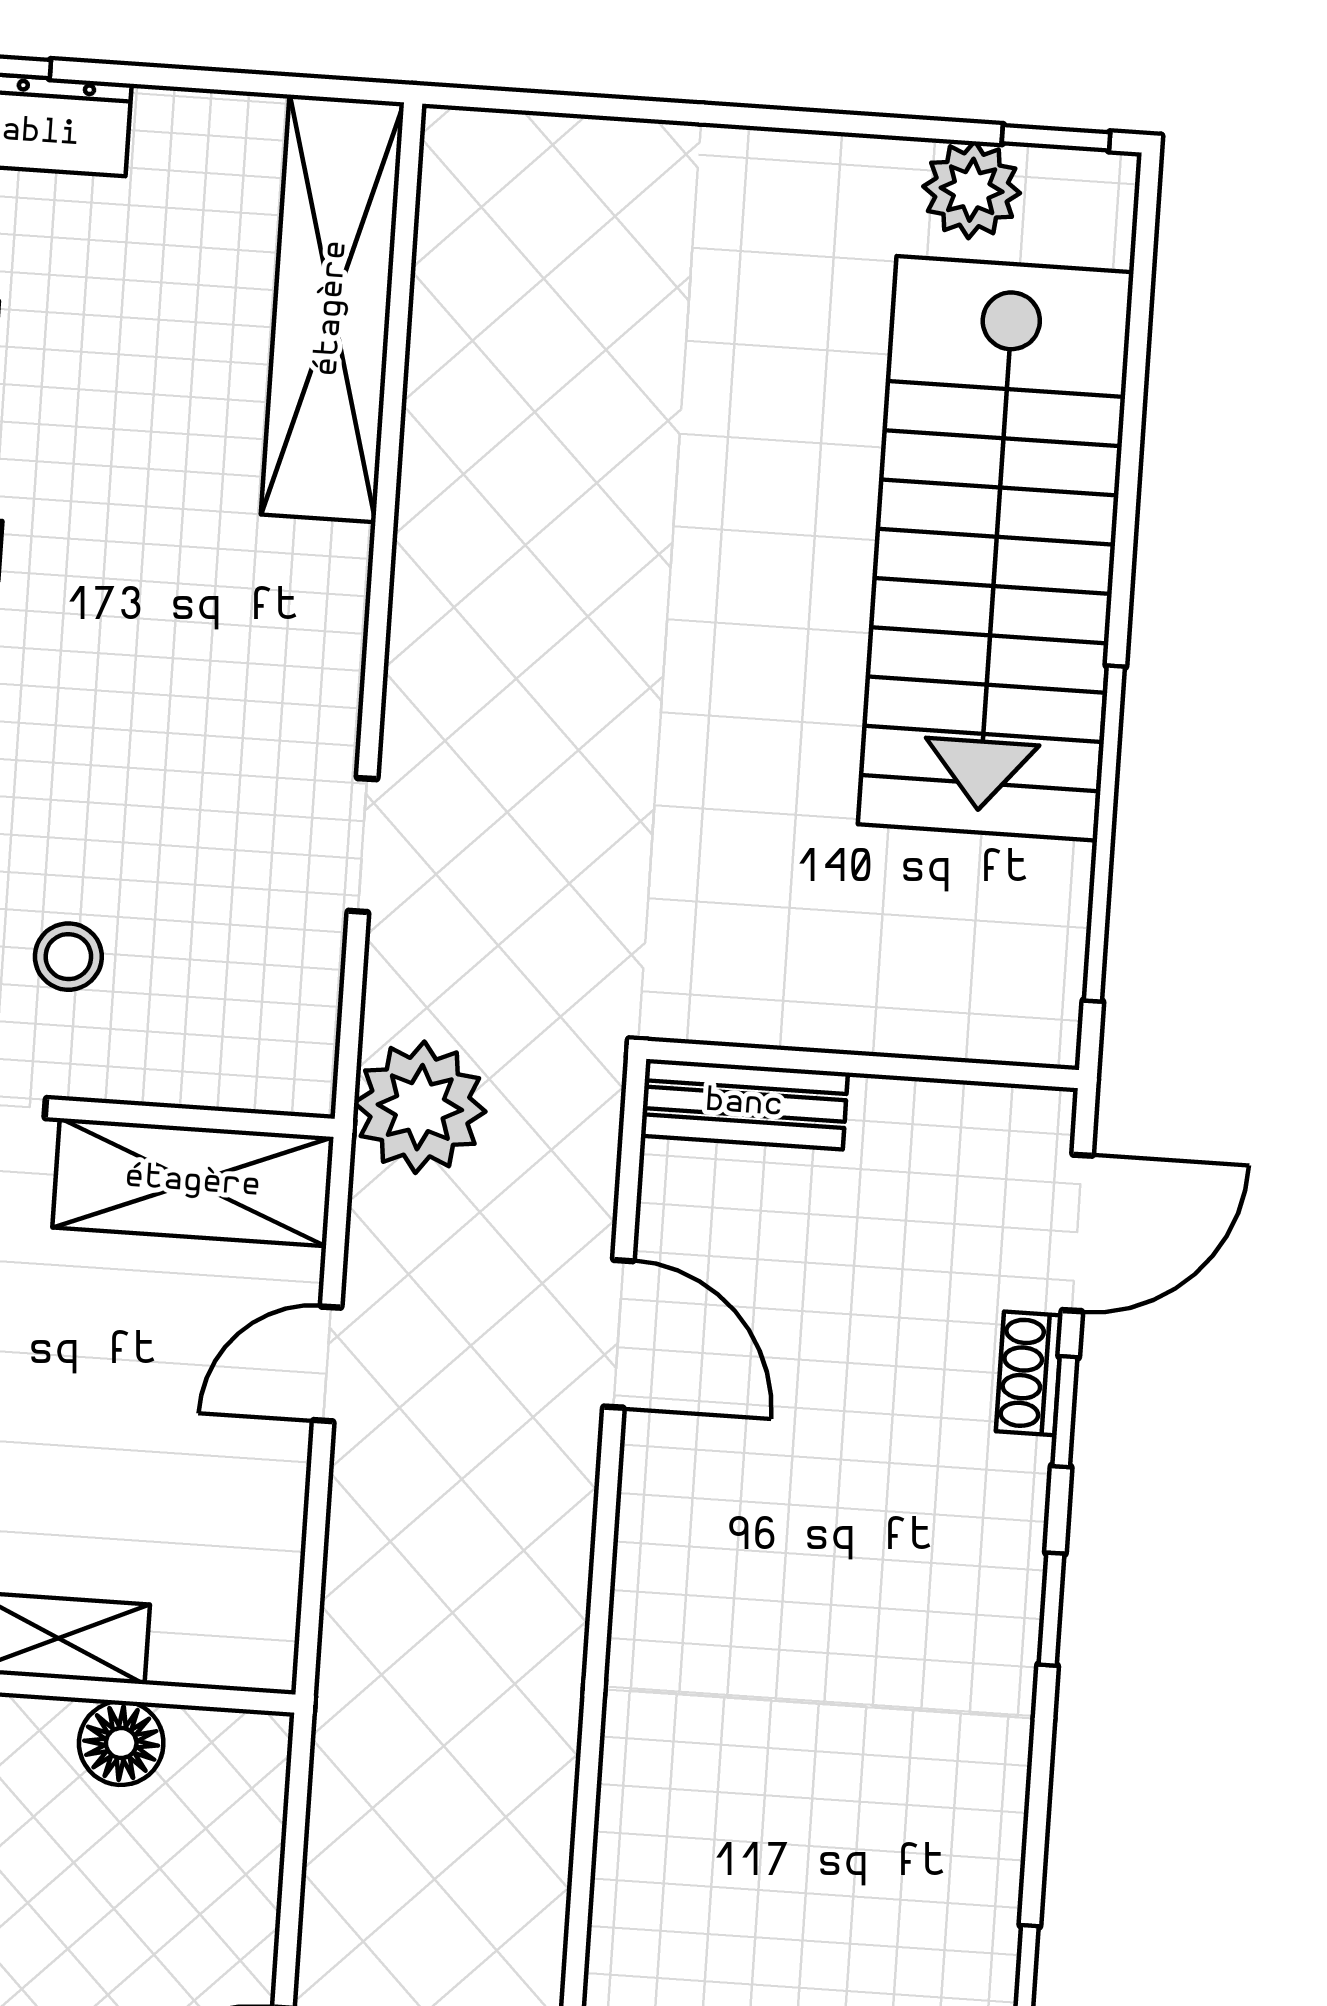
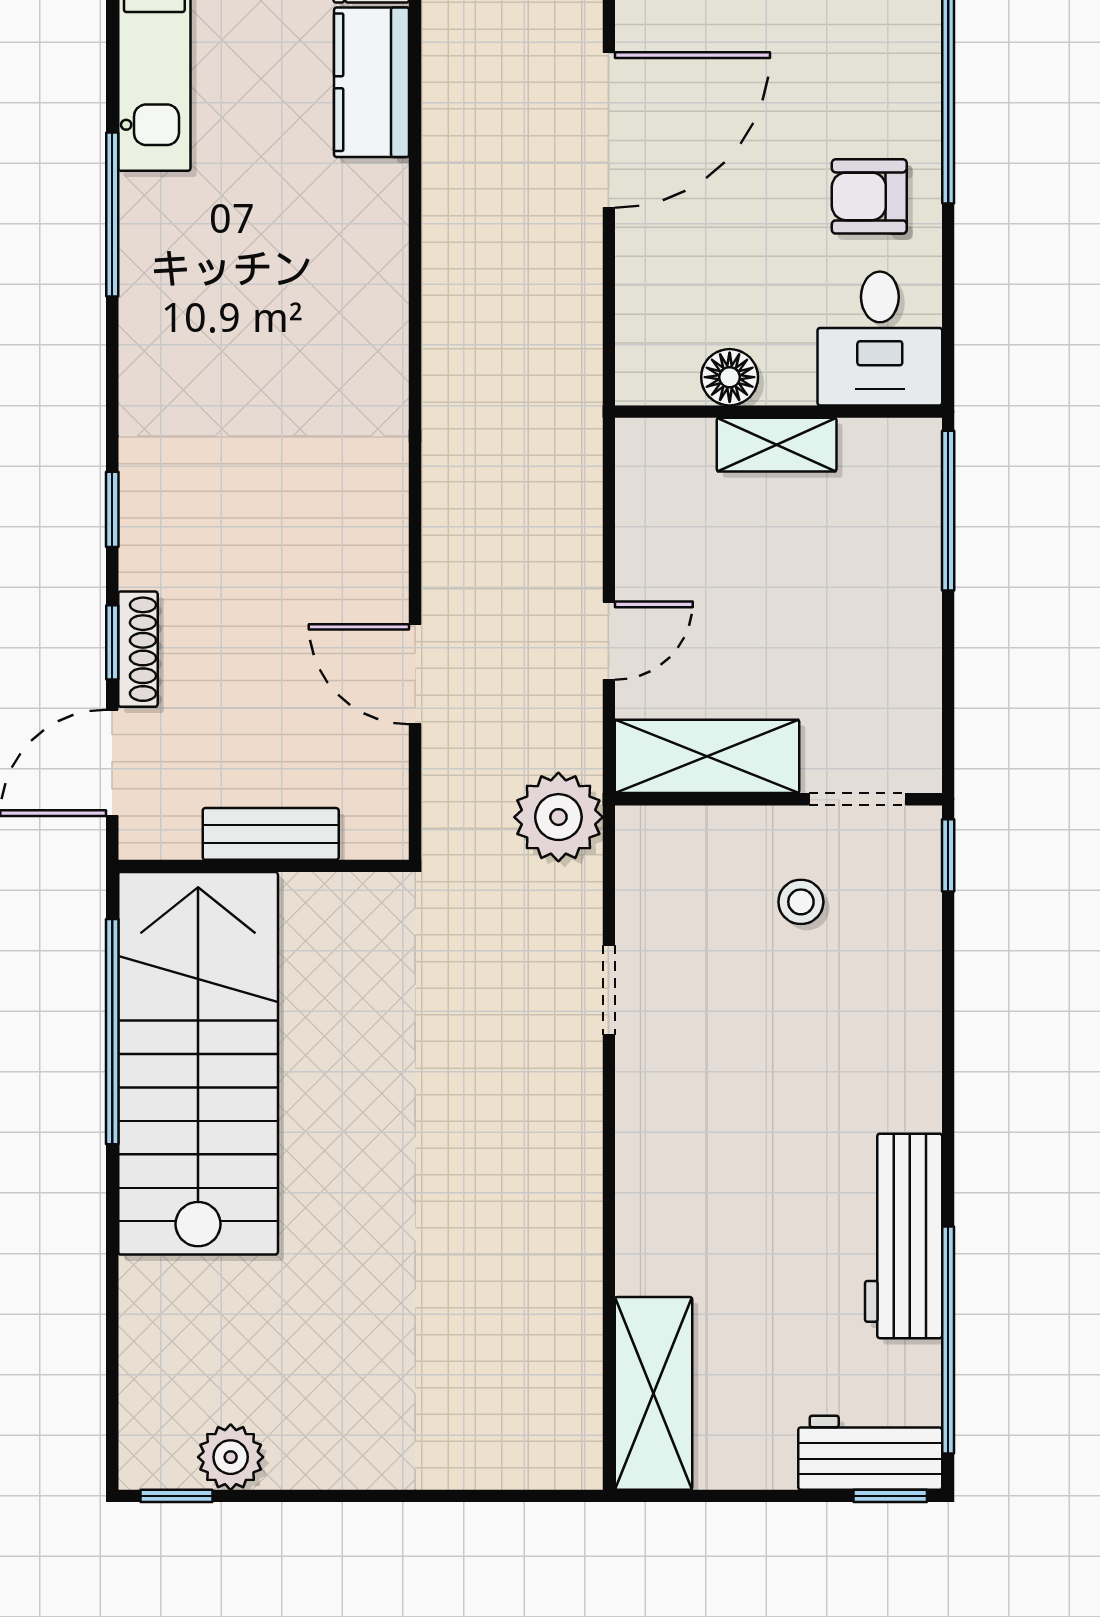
shelving: (332, 308) -> (654, 1393), width x0.68
stairs: (996, 548) -> (198, 1063), moved
bench: (744, 1104) -> (271, 834), moved
shoe rack: (1029, 1373) -> (138, 649), width x1.43

